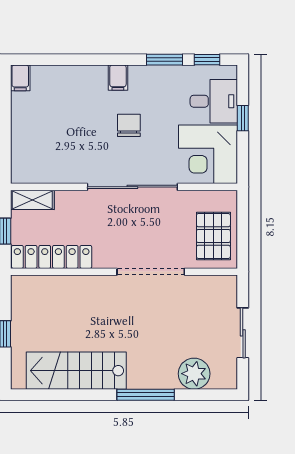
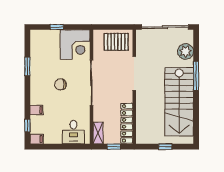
window: (207, 60) -> (27, 126), moved
filing cabinet: (118, 78) -> (36, 110), moved
desk: (214, 101) -> (73, 132), moved, turned 180
sliding door: (243, 333) -> (165, 27), width x1.86
stairs: (76, 371) -> (179, 102), width x1.36, depth x1.51

